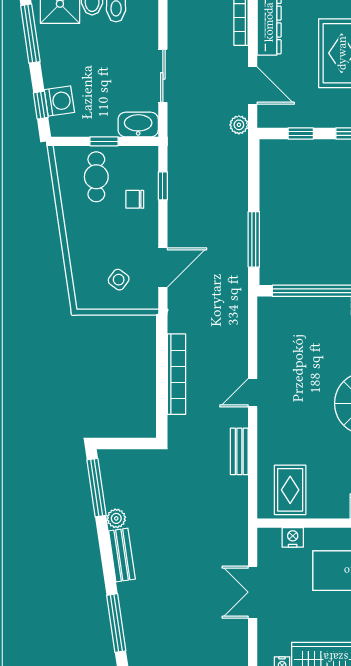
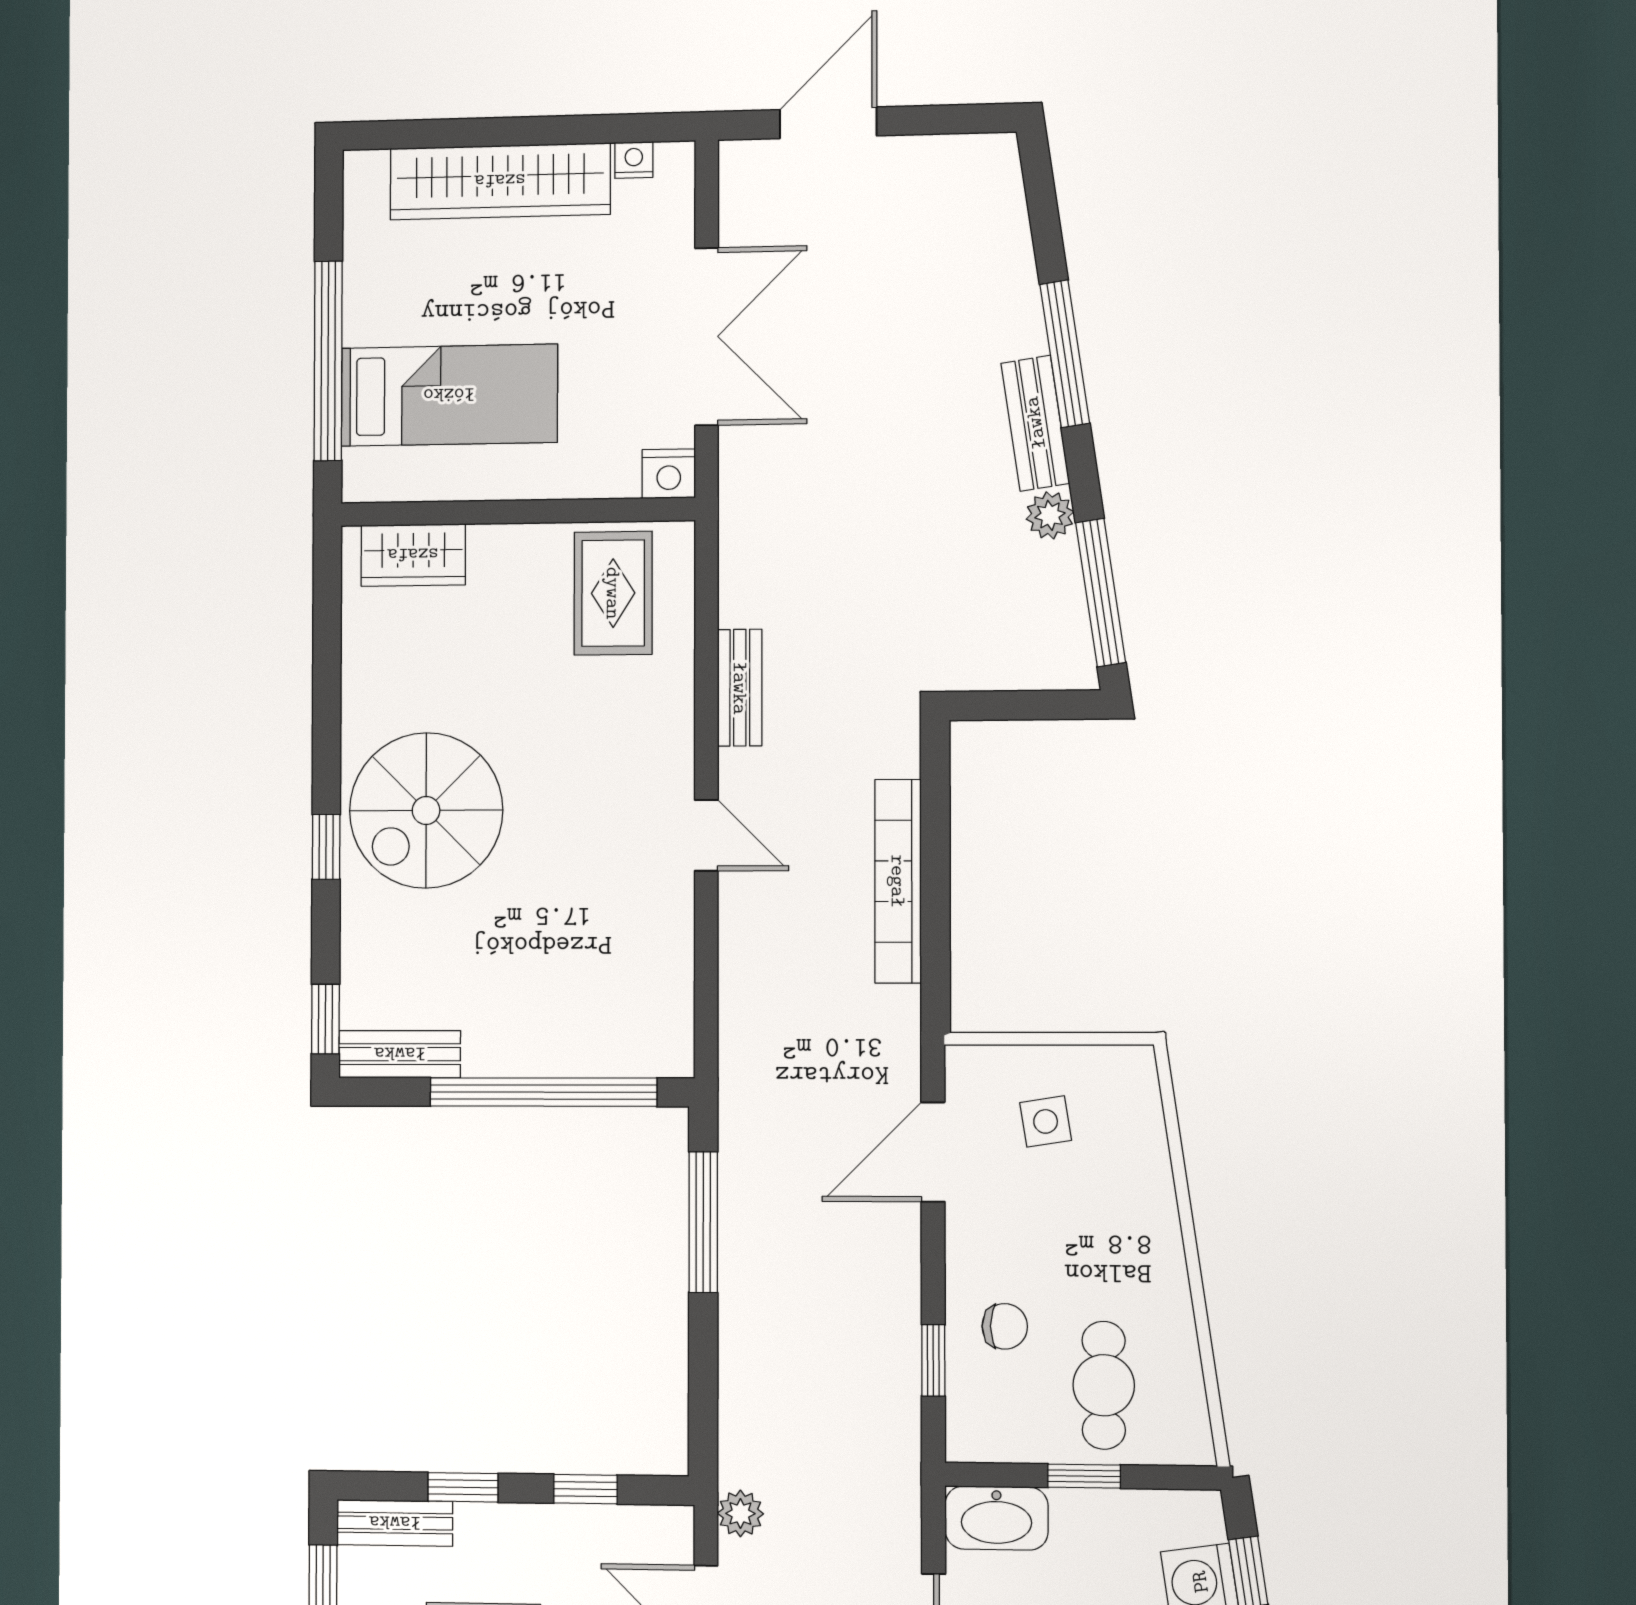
side table: (119, 280) -> (1046, 1121), turned 45
door: (253, 393) -> (706, 835), hinge flipped
nightstand: (293, 537) -> (669, 474), moved
double door: (253, 592) -> (707, 337), width x1.37
window: (116, 623) -> (1065, 354), moved

